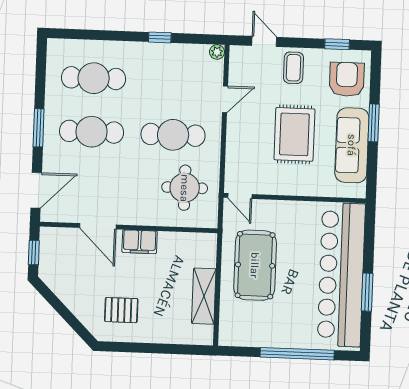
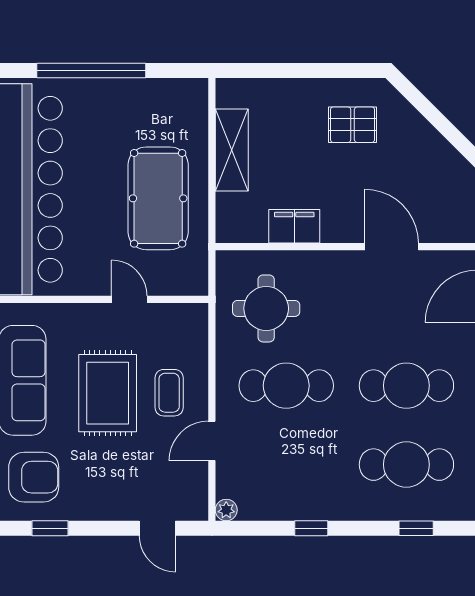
window: (89, 35) -> (416, 528), added
coffee table: (294, 68) -> (169, 393), moved
armchair: (347, 79) -> (34, 477), turned -90
door: (240, 196) -> (129, 299), moved
filing cabinet: (140, 242) -> (294, 226), moved

